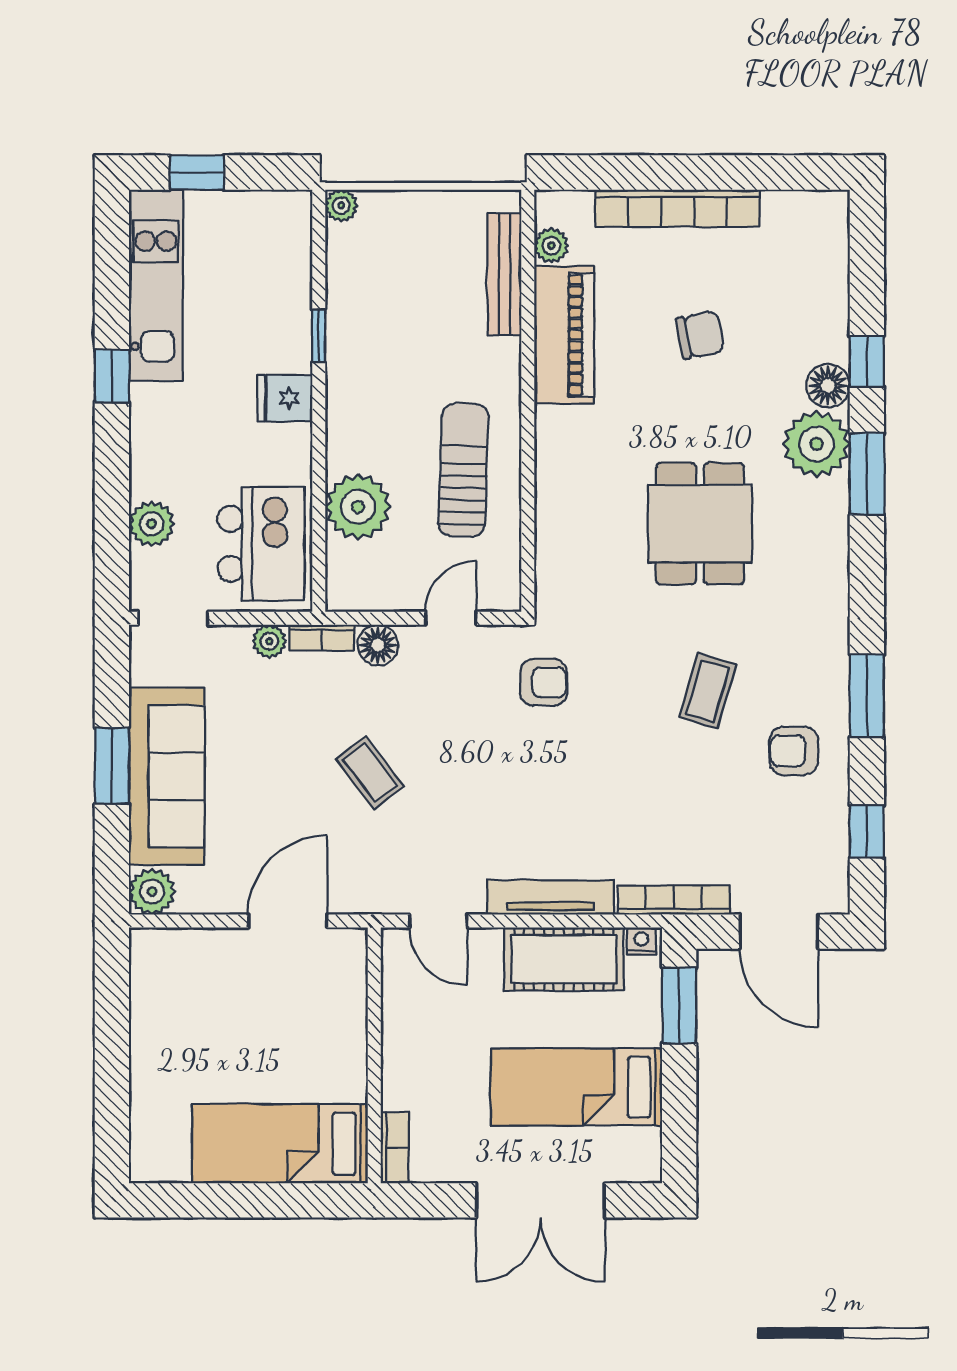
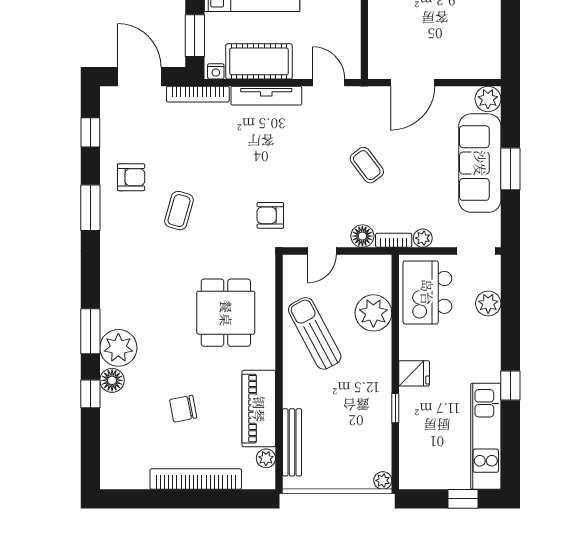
sun lounger: (464, 470) -> (315, 333), turned 150
dining table: (700, 524) -> (226, 313), moved

